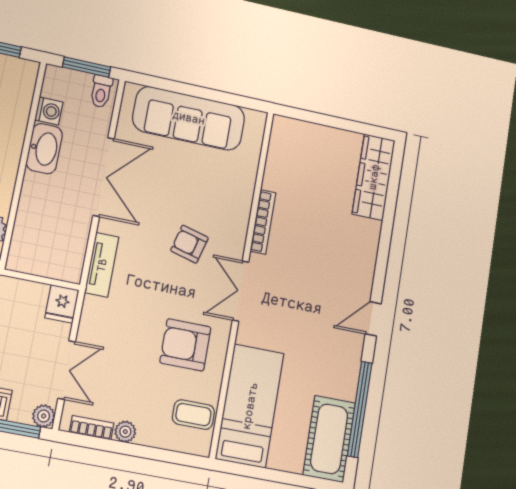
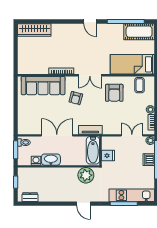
sofa: (189, 118) -> (43, 86), moved, turned 90
bathtub: (47, 260) -> (93, 150), added
fridge: (62, 304) -> (108, 156), moved

